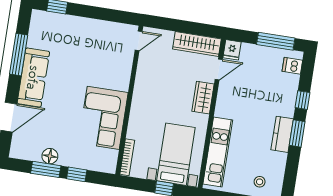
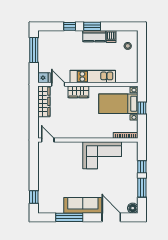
dishwasher: (292, 66) -> (111, 37), moved
kitchen unit: (218, 152) -> (93, 77), moved
floor lamp: (50, 156) -> (133, 208), moved

